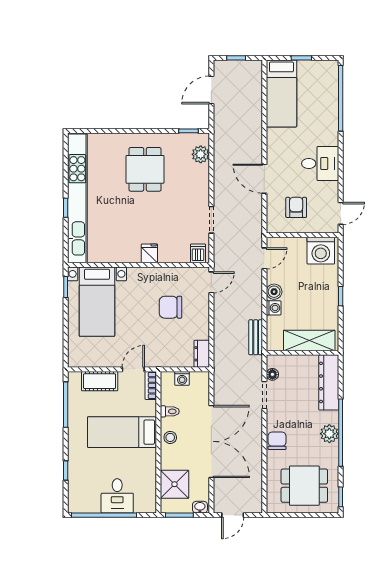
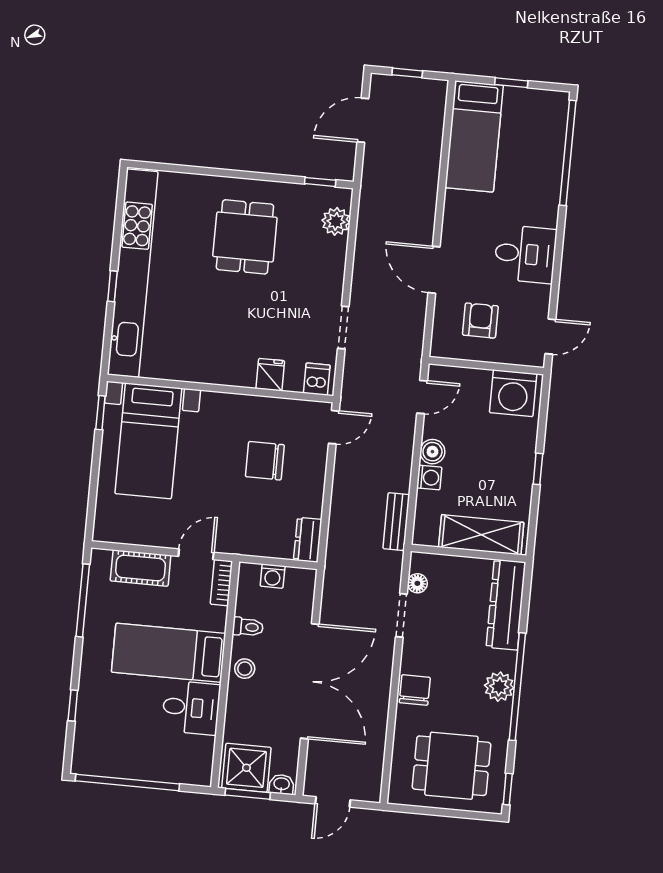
fridge: (149, 253) -> (270, 375), moved
shower: (174, 484) -> (246, 768), moved
desk: (117, 496) -> (191, 708), moved, turned -90

